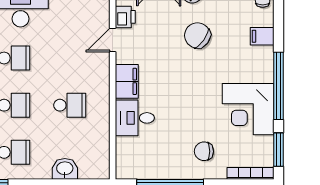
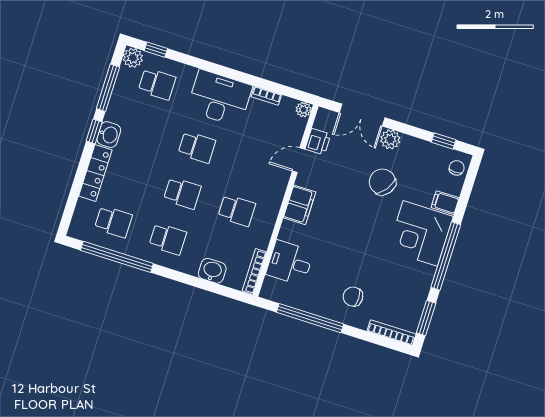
corner desk: (248, 109) -> (420, 233), moved
desk: (135, 118) -> (290, 263), moved
bookcase: (104, 157) -> (254, 271), added

